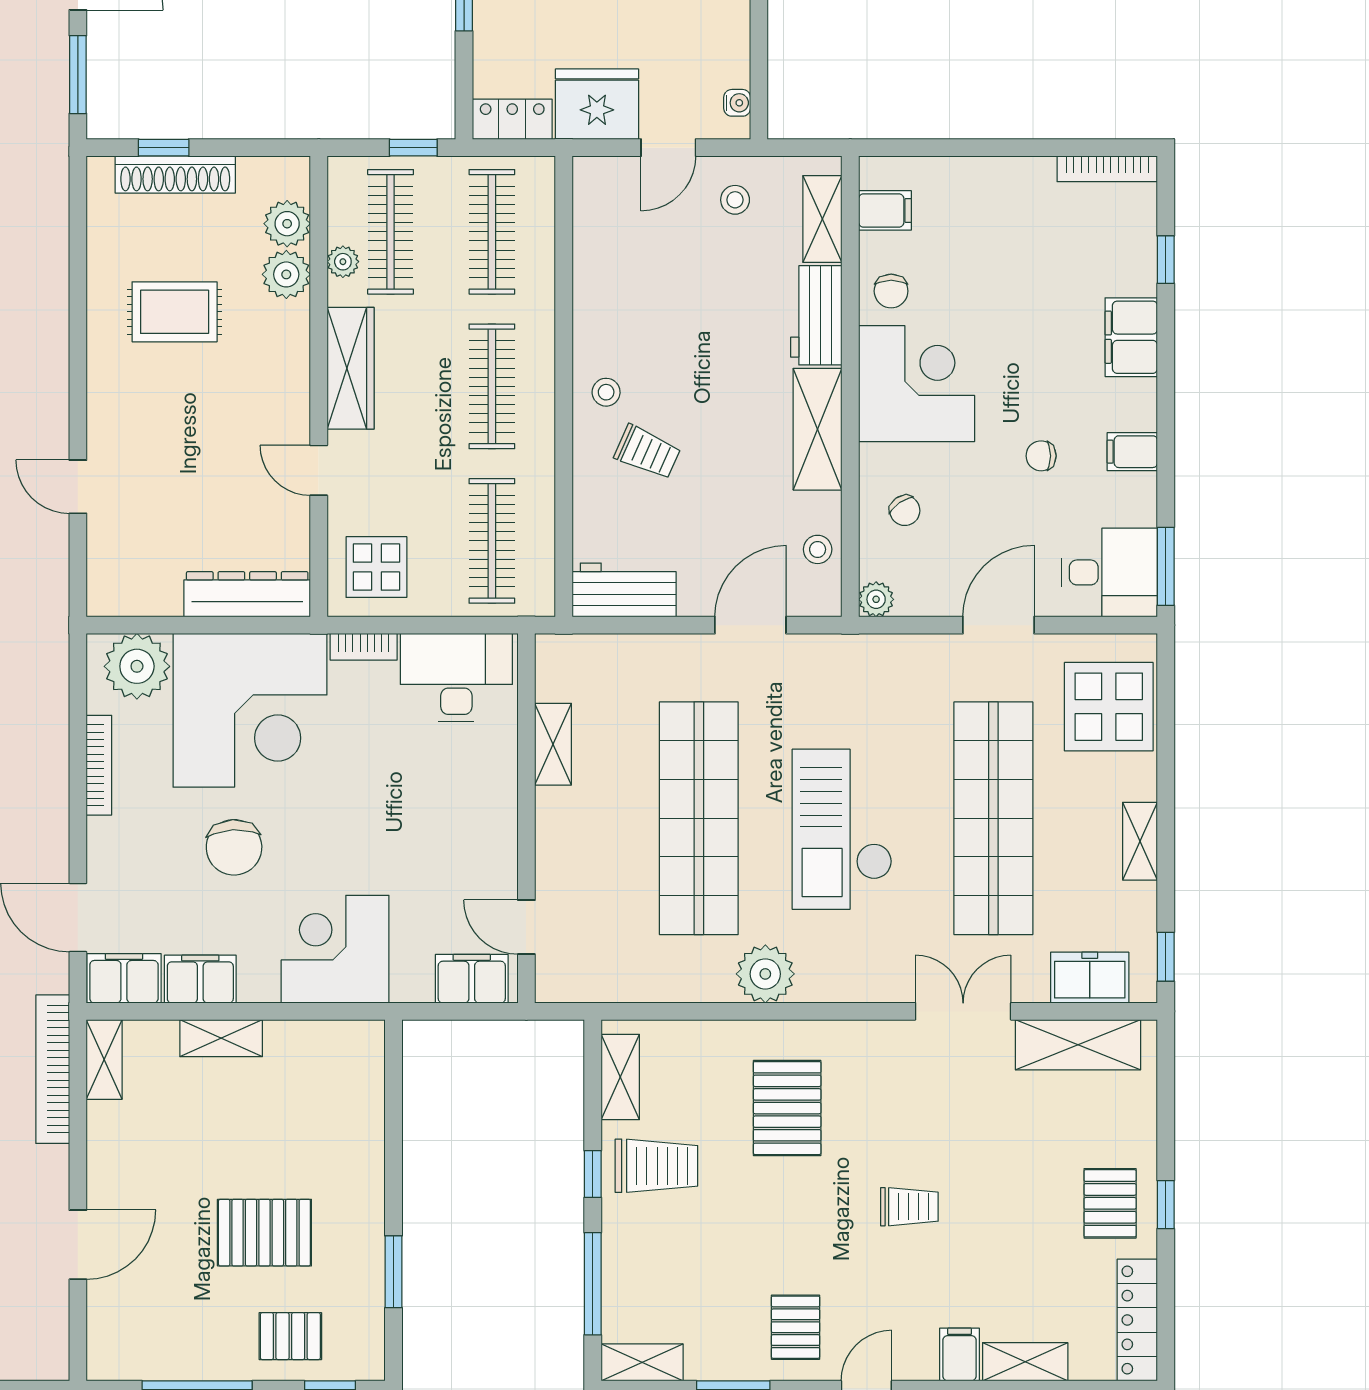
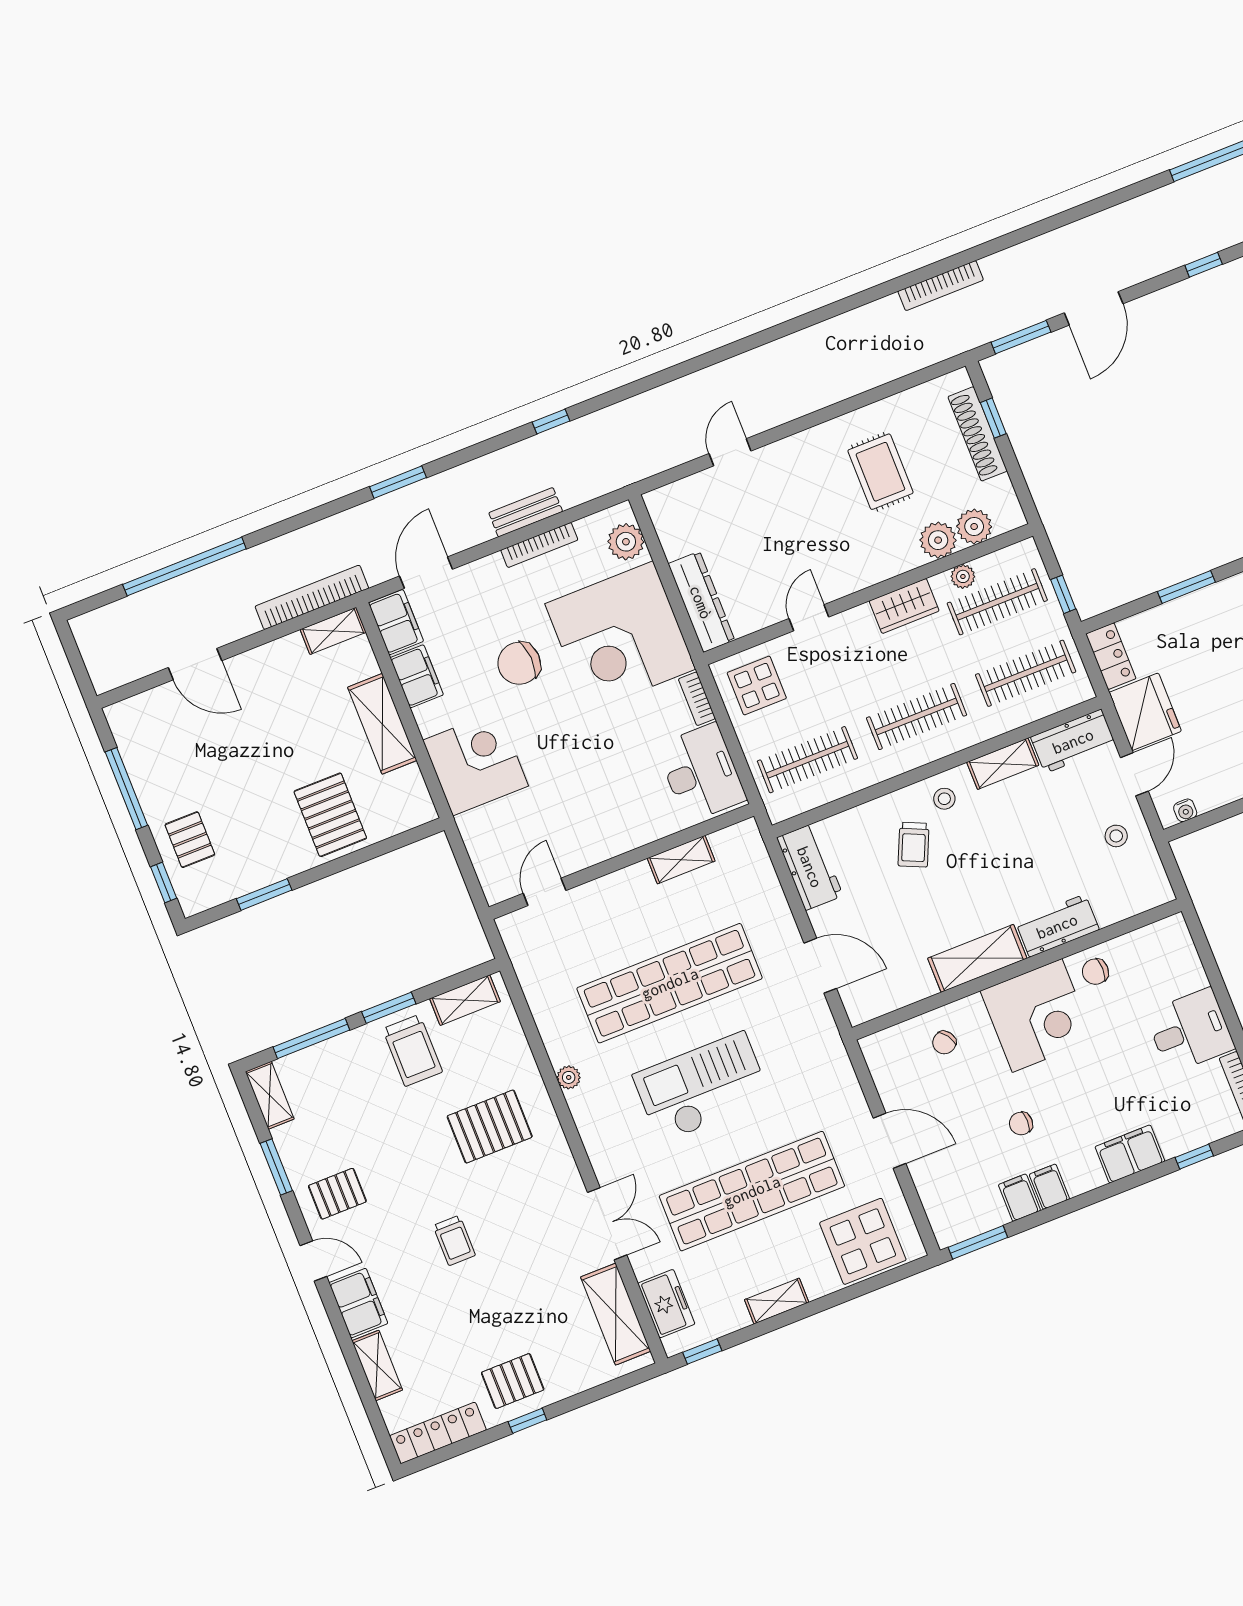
door: (668, 148) -> (1134, 774), swing flipped
workbench: (598, 206) -> (1073, 741), added
filing cabinet: (885, 210) -> (1019, 1198), moved, turned 180
shelving: (822, 219) -> (1003, 764), moved
wardrobe: (351, 368) -> (904, 606), width x0.67
chair: (1041, 456) -> (1021, 1123), turned -90
stool: (818, 549) -> (892, 992), removed
desk: (1110, 572) -> (1190, 1031), moved, turned -90
plant: (876, 599) -> (874, 1047), removed
plant: (137, 666) -> (626, 542), width x0.73, depth x0.73
bench: (52, 766) -> (526, 512), added
plant: (765, 974) -> (569, 1077), width x0.53, depth x0.53
filing cabinet: (472, 979) -> (493, 868), removed
shelving: (221, 1038) -> (382, 724), width x1.50, depth x1.33
window: (593, 1174) -> (389, 1008), width x1.50
pallet: (264, 1233) -> (330, 815), moved
filing cabinet: (959, 1355) -> (358, 1303), width x2.00

